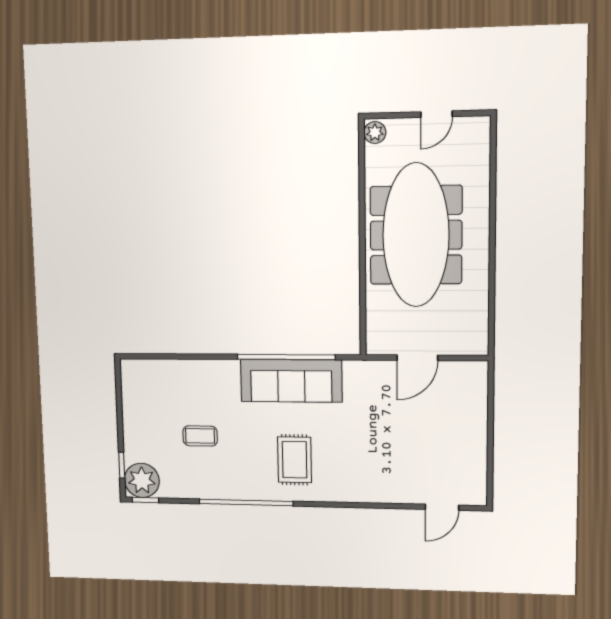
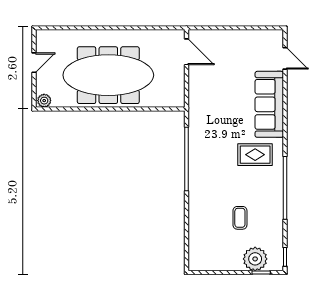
door: (436, 114) -> (34, 63), hinge flipped
door: (417, 358) -> (186, 52), moved
sofa: (291, 381) -> (269, 104), moved, turned 180
plant: (142, 480) -> (255, 259), moved

